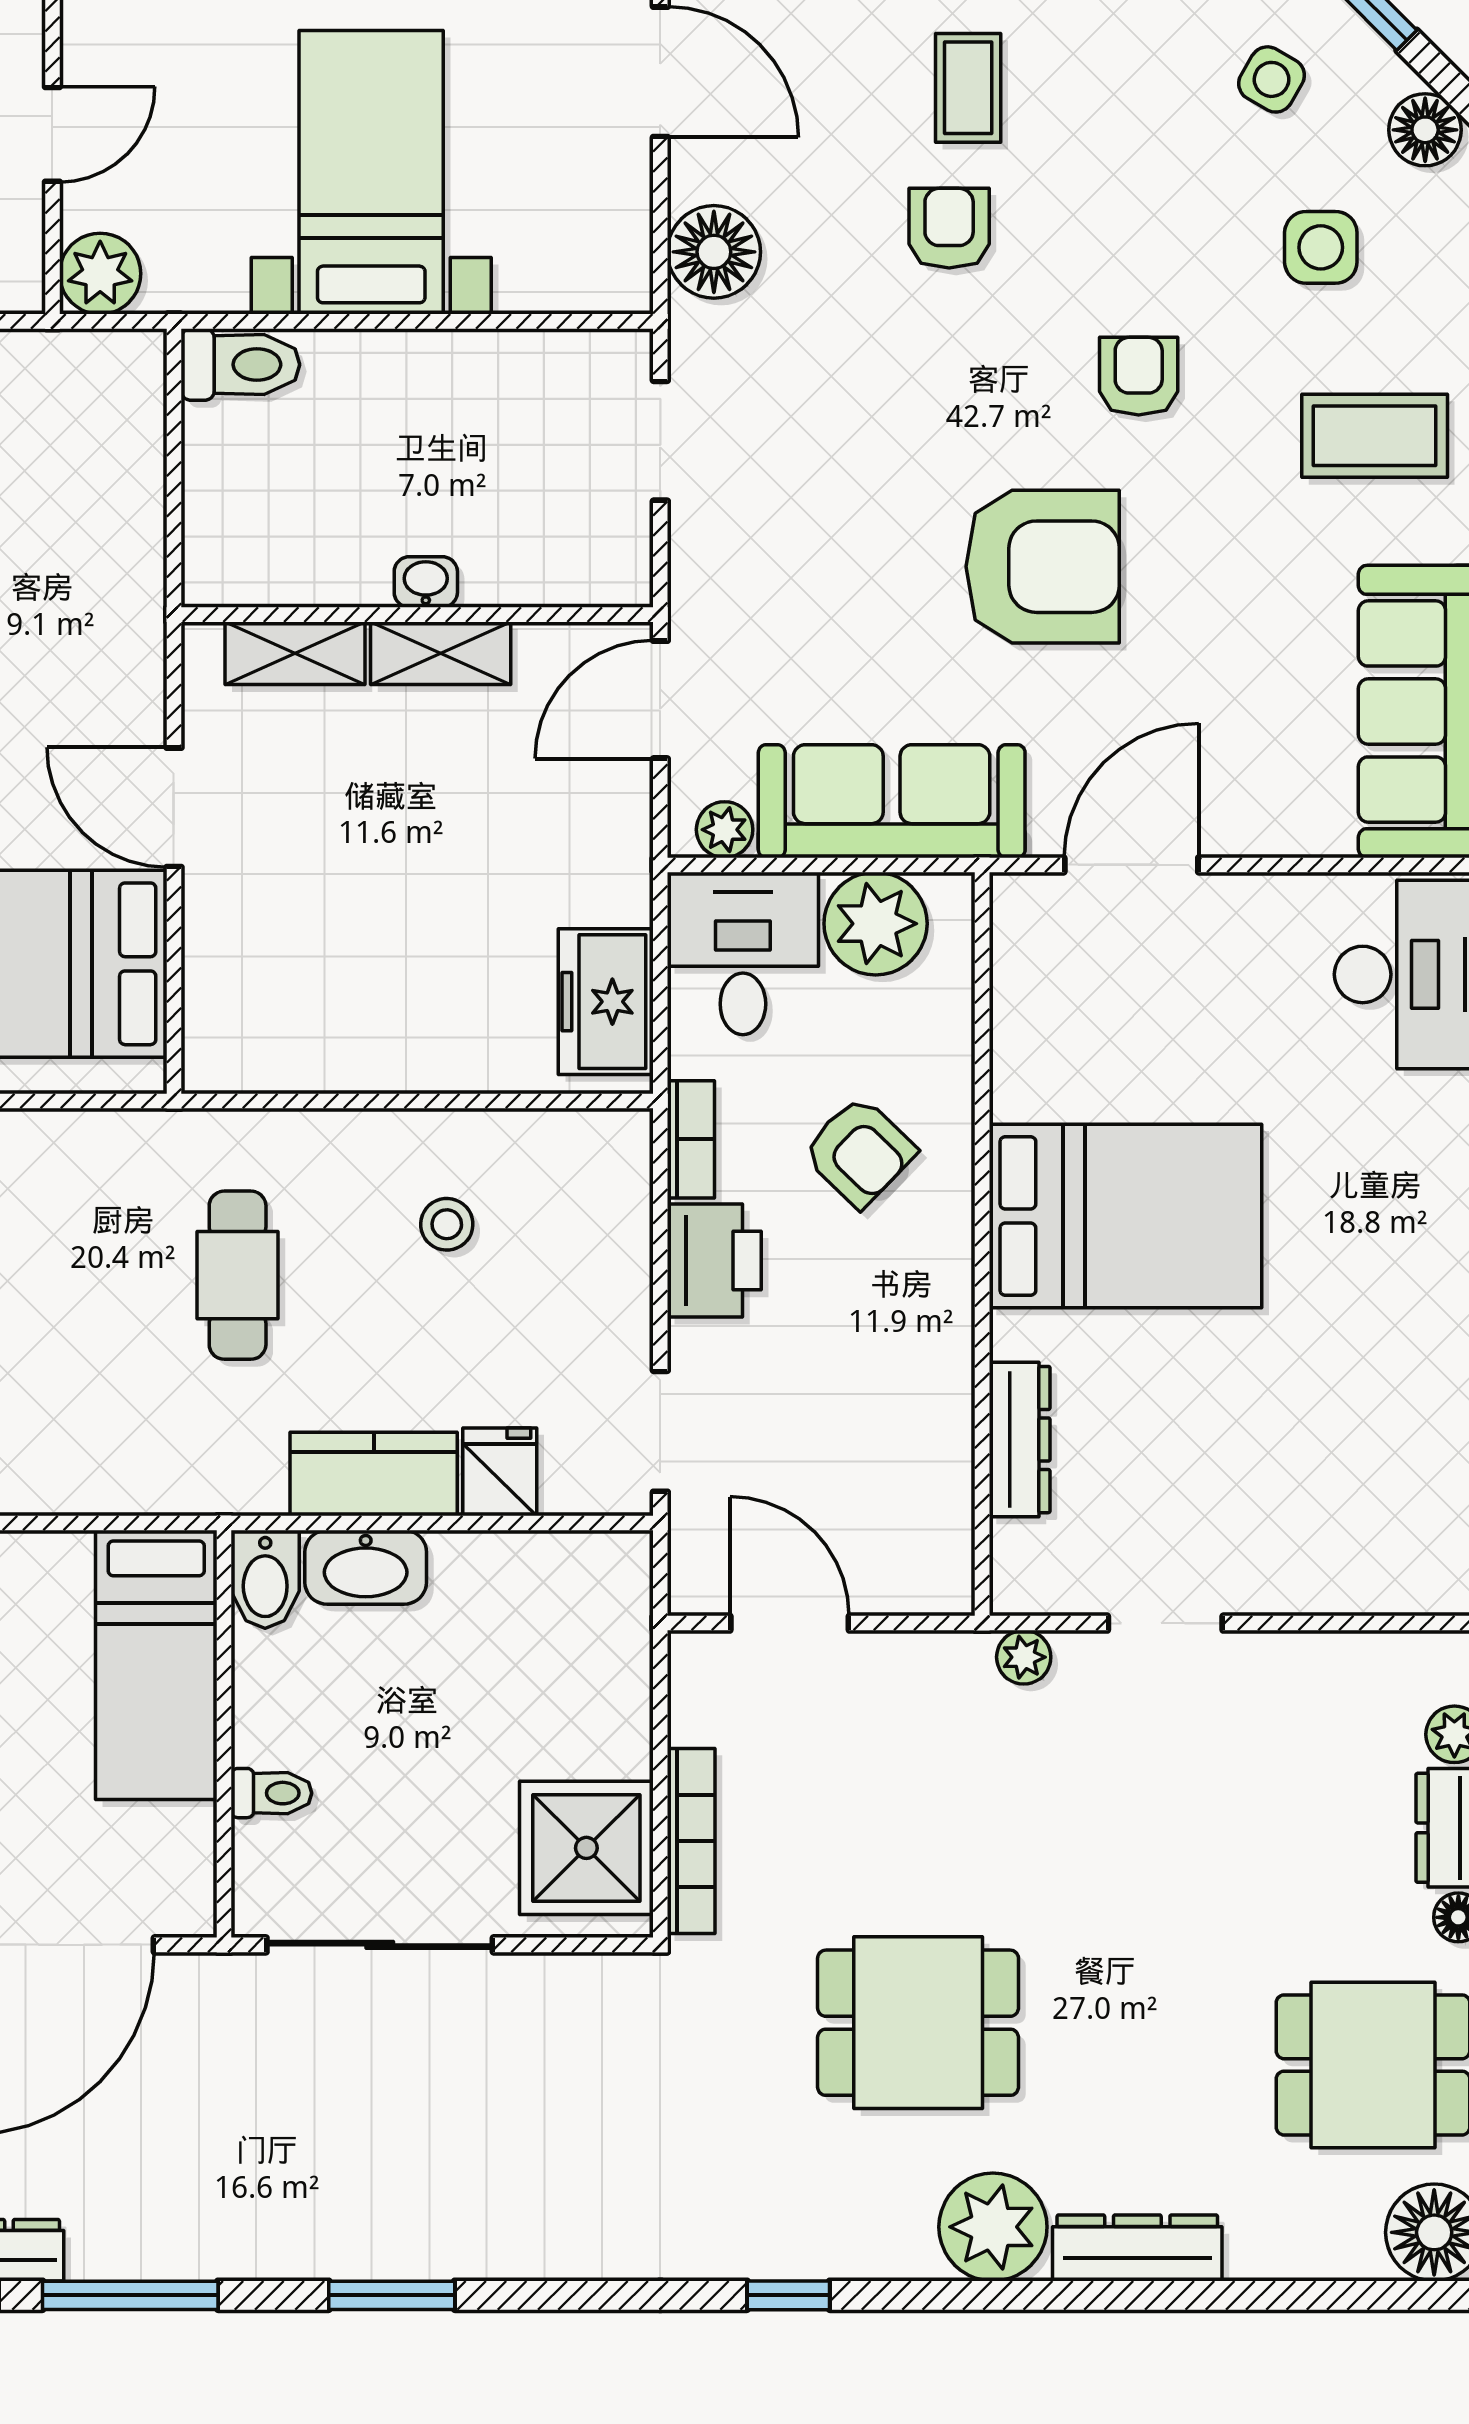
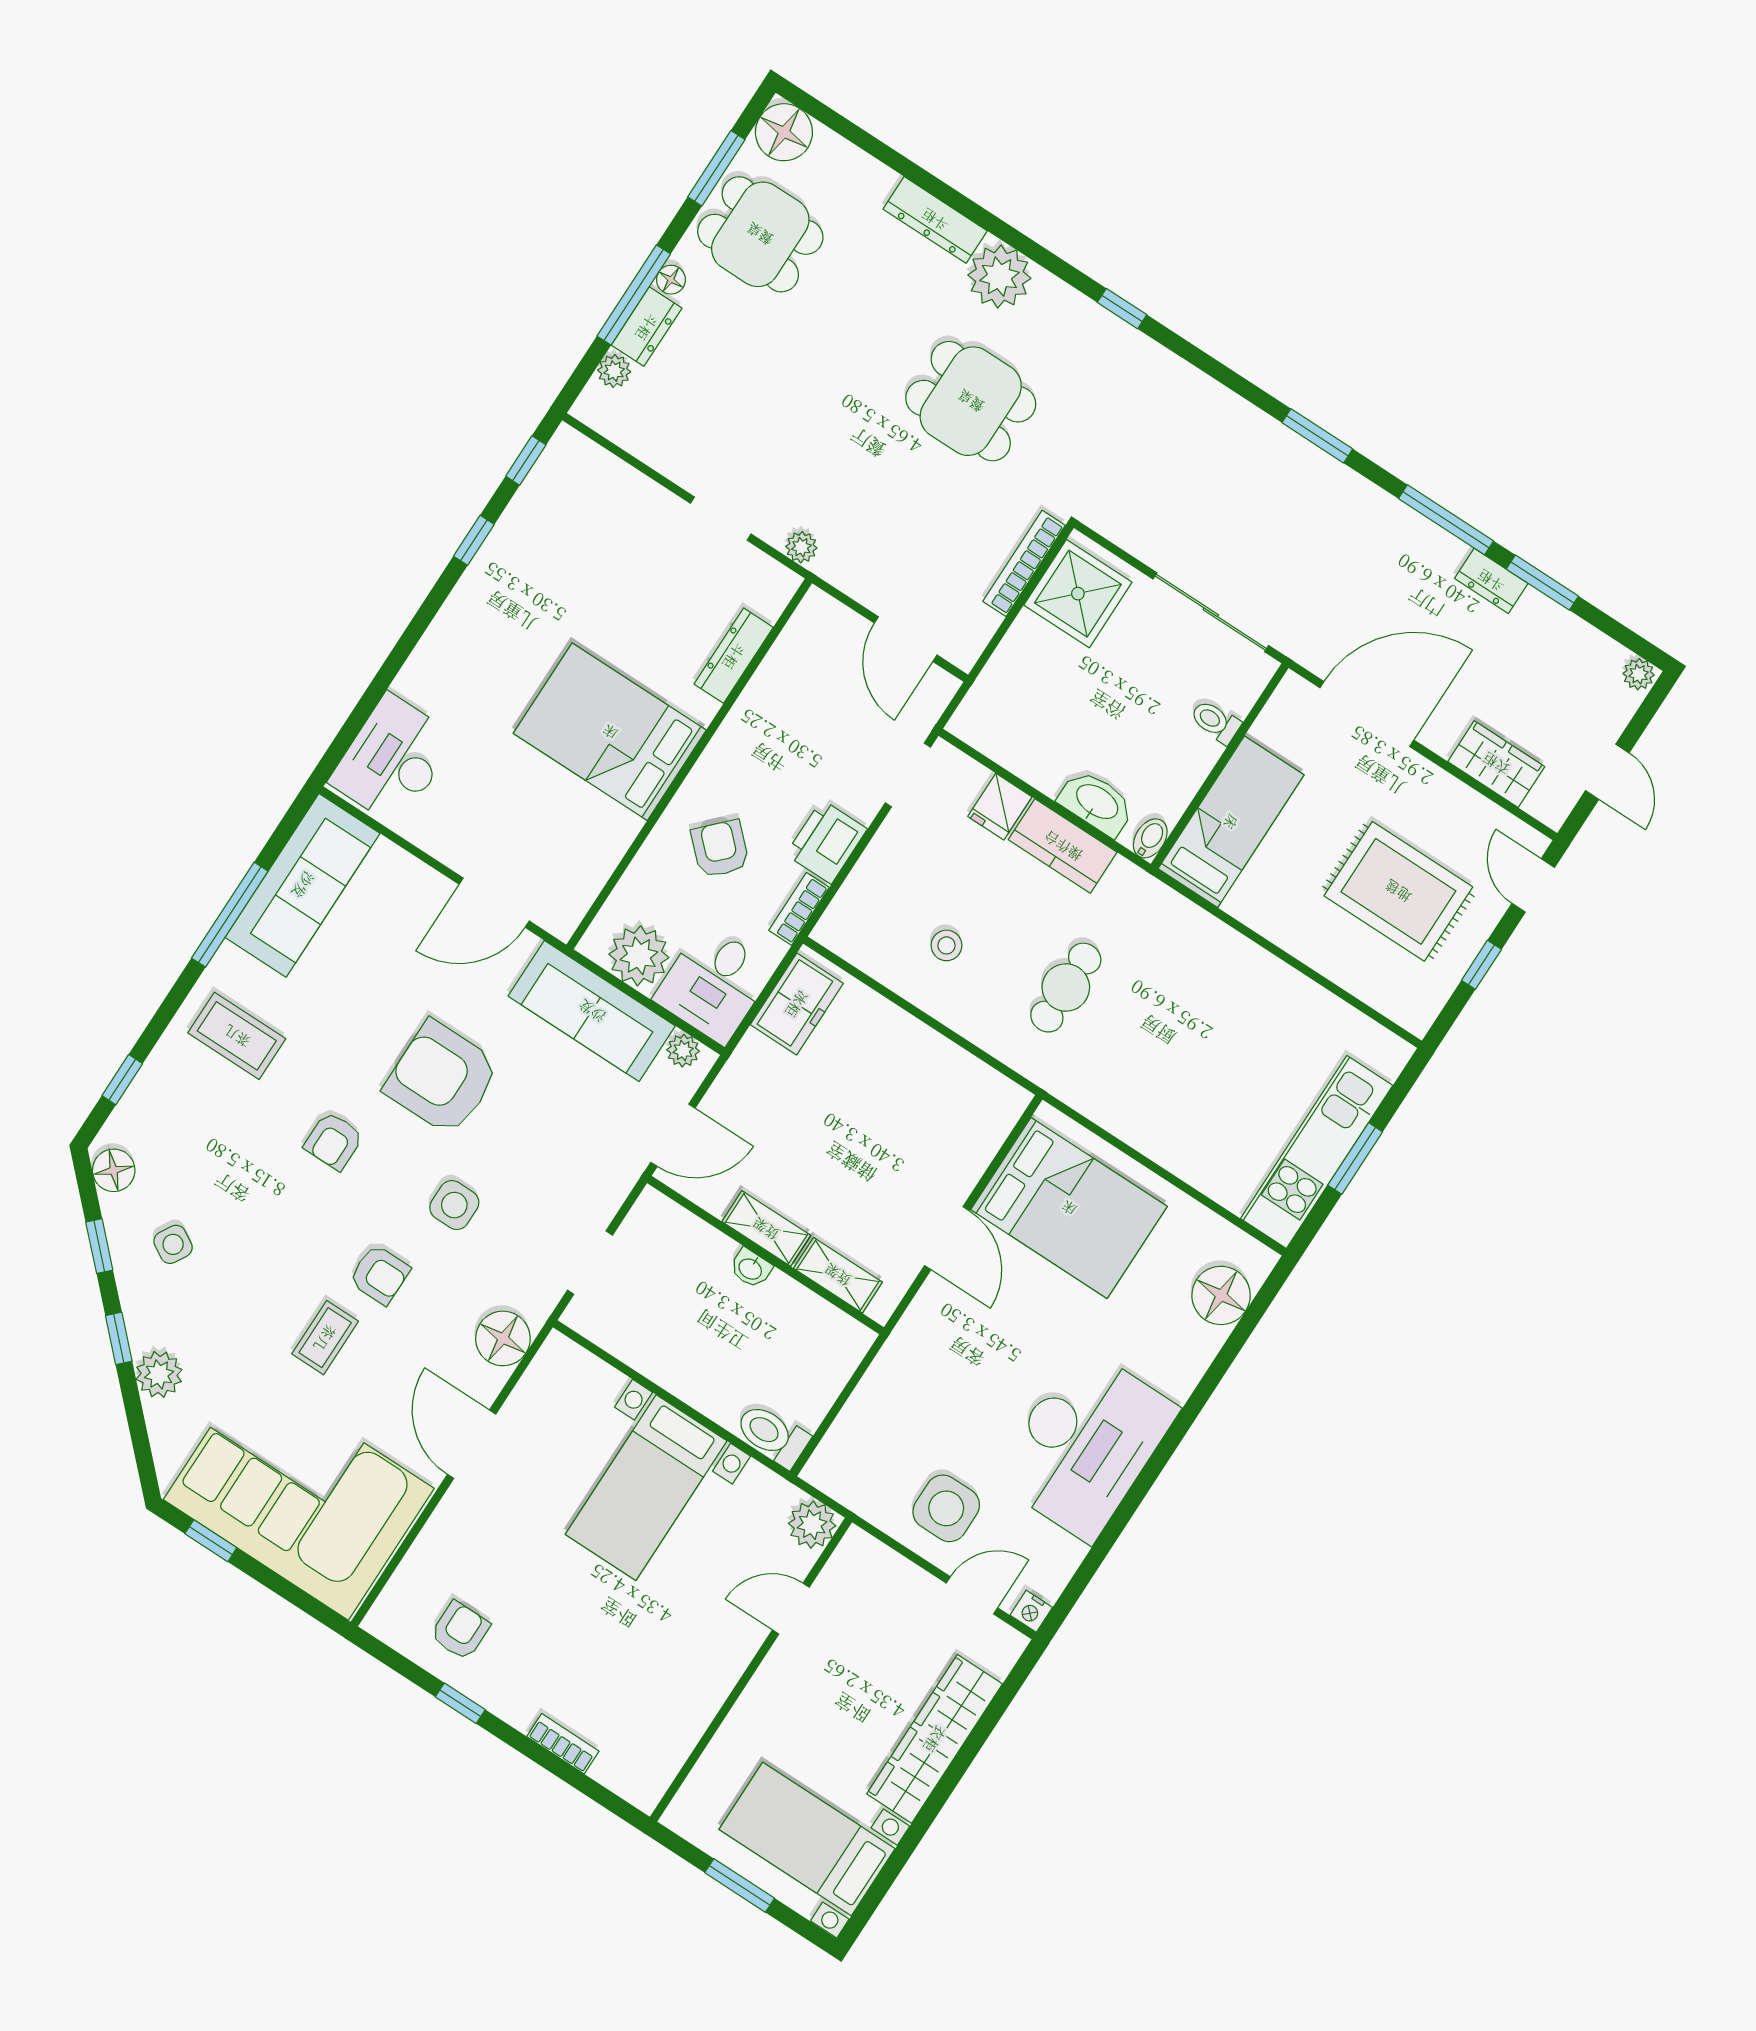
armchair: (949, 228) -> (380, 1275), turned -90
side table: (1321, 247) -> (454, 1205), moved
bidet: (265, 1579) -> (1150, 838), width x0.72, depth x0.74

